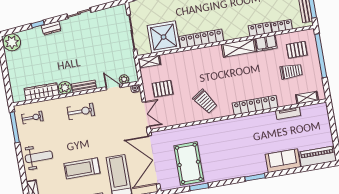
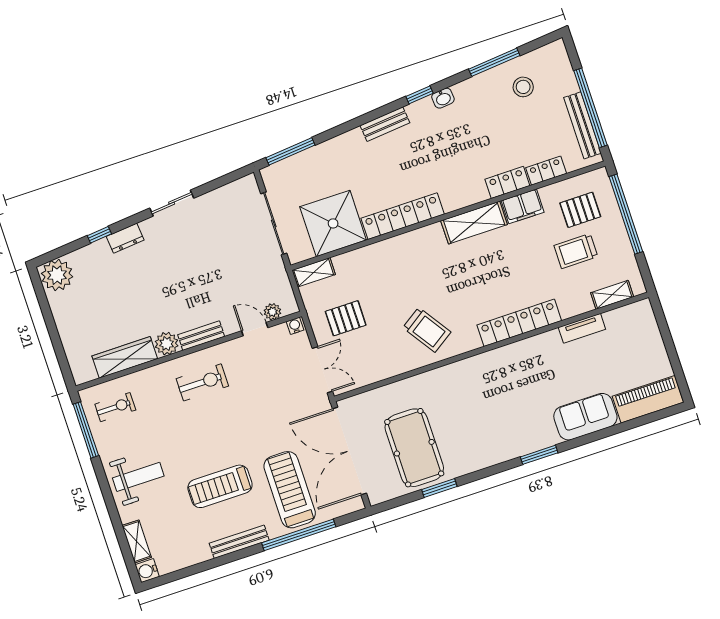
trolley: (291, 71) -> (576, 251), turned 180

